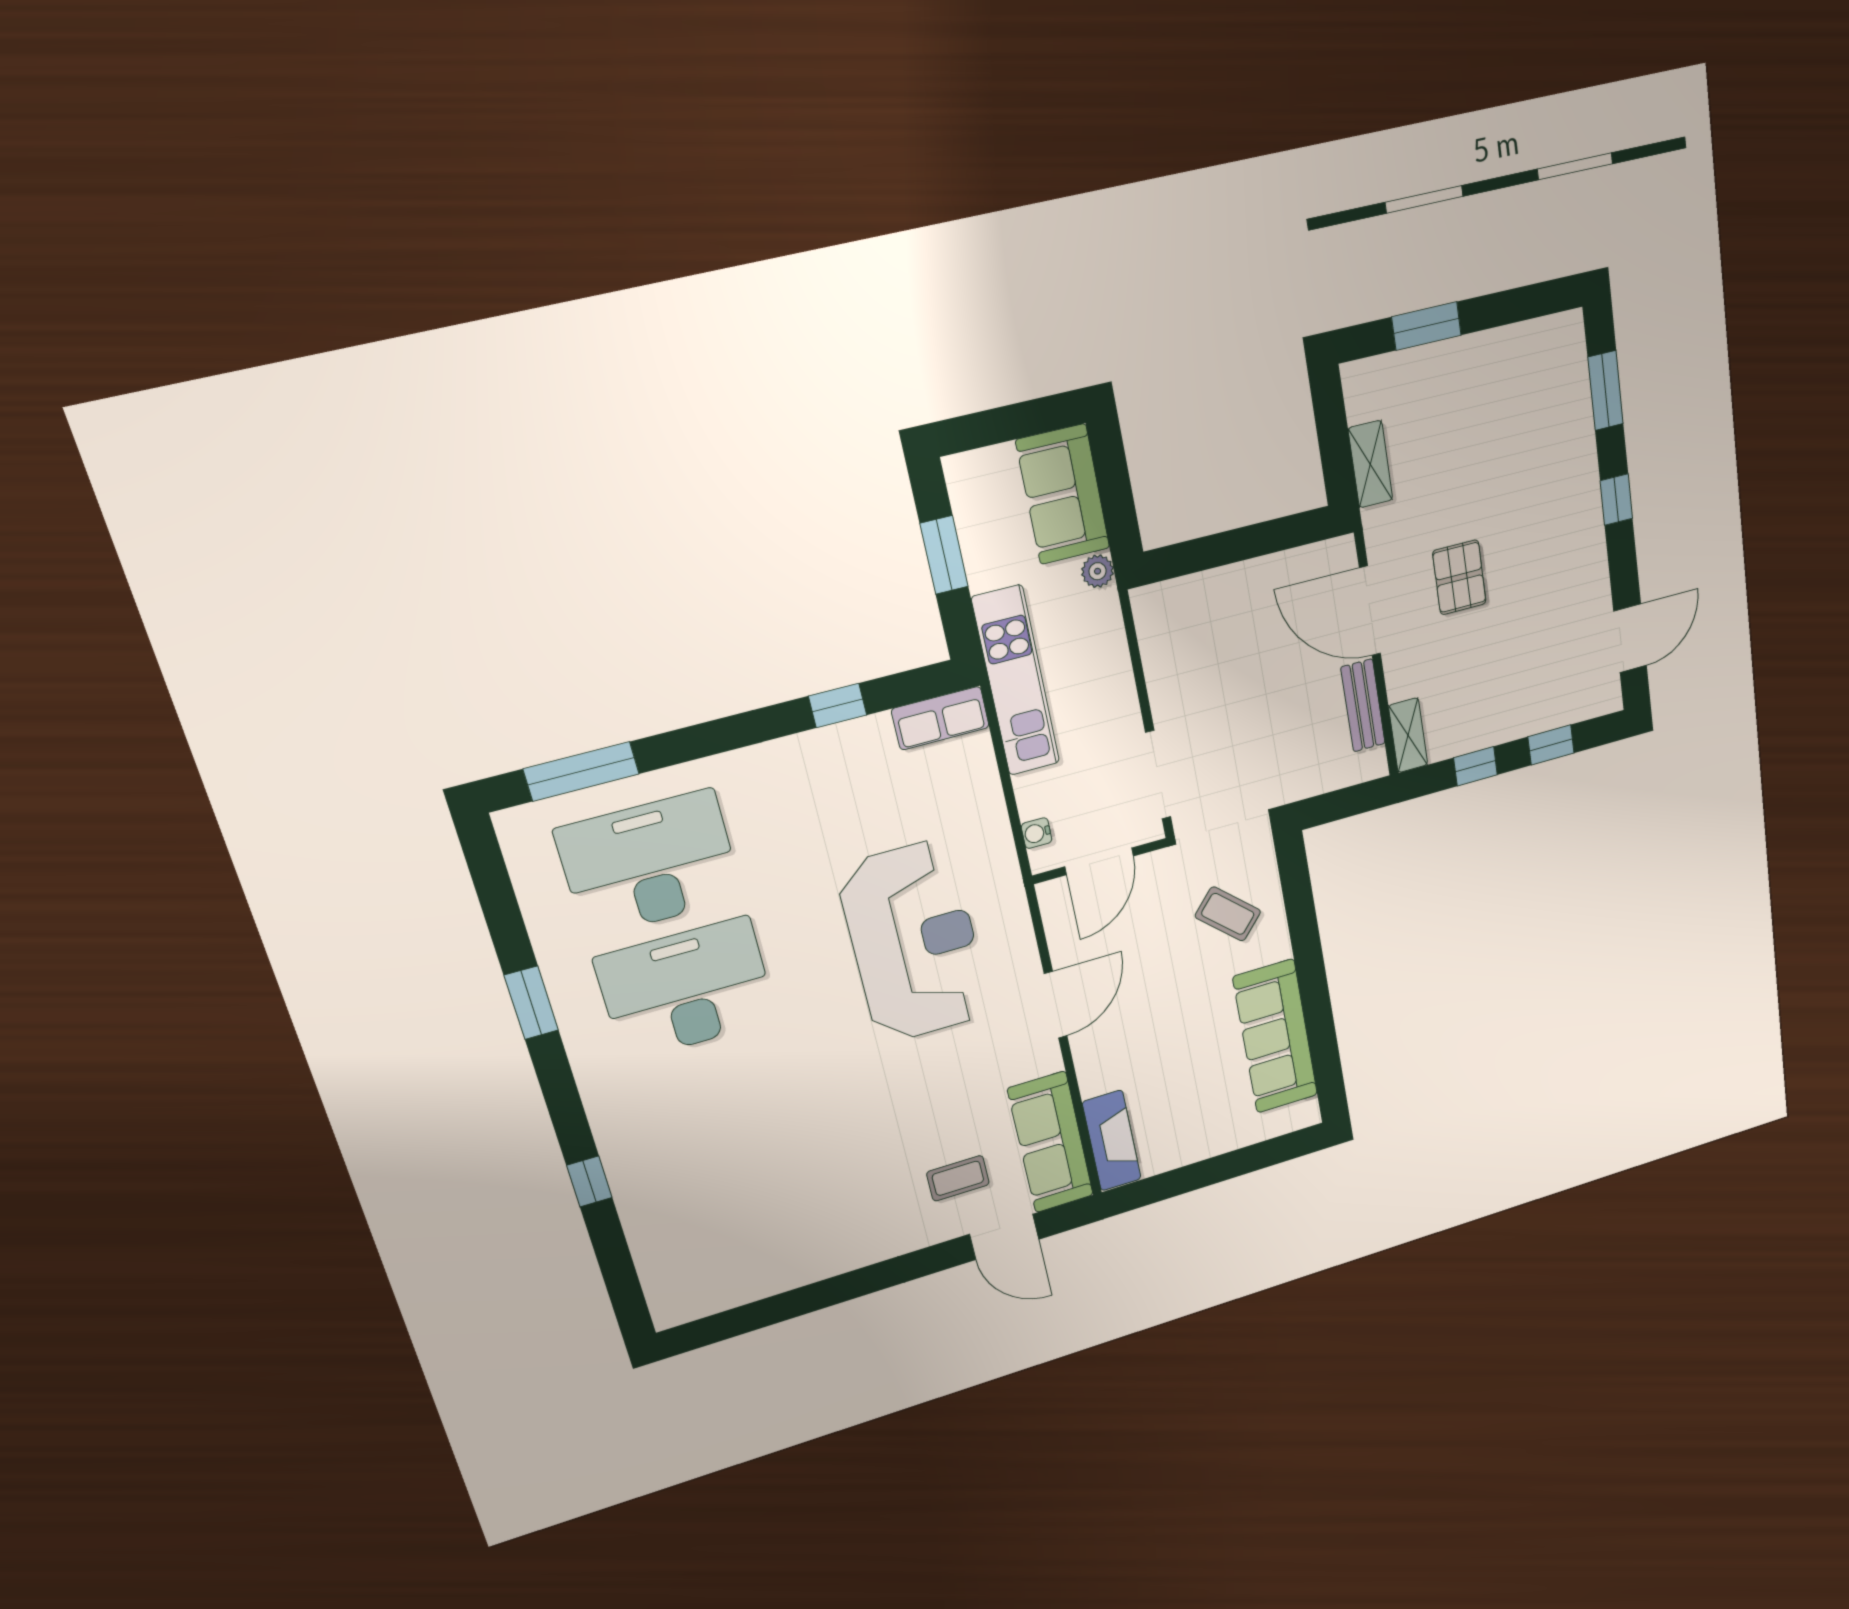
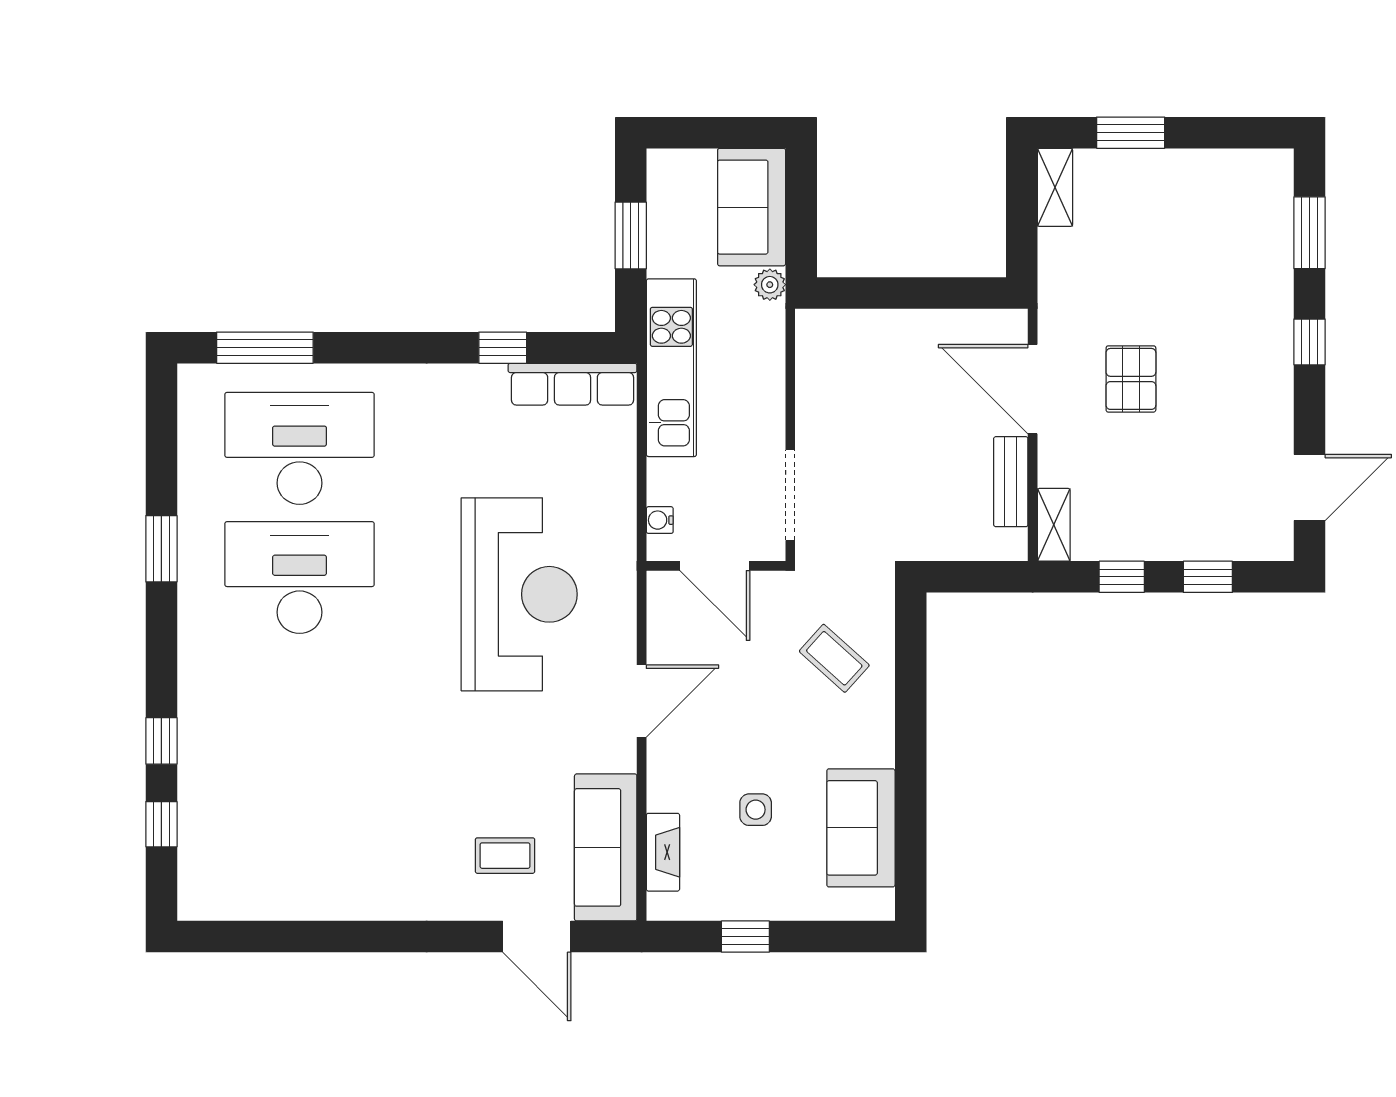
shelving: (1370, 464) -> (1055, 187), moved
row of seats: (940, 718) -> (573, 384), width x1.48
door: (1099, 861) -> (715, 566), hinge flipped
sofa: (1275, 1036) -> (861, 828), width x0.73
side table: (1181, 1068) -> (756, 810), added
fireplace: (1112, 1141) -> (663, 852), width x0.73, depth x0.76
window: (1193, 1177) -> (745, 937), added
window: (613, 1255) -> (161, 824), added

